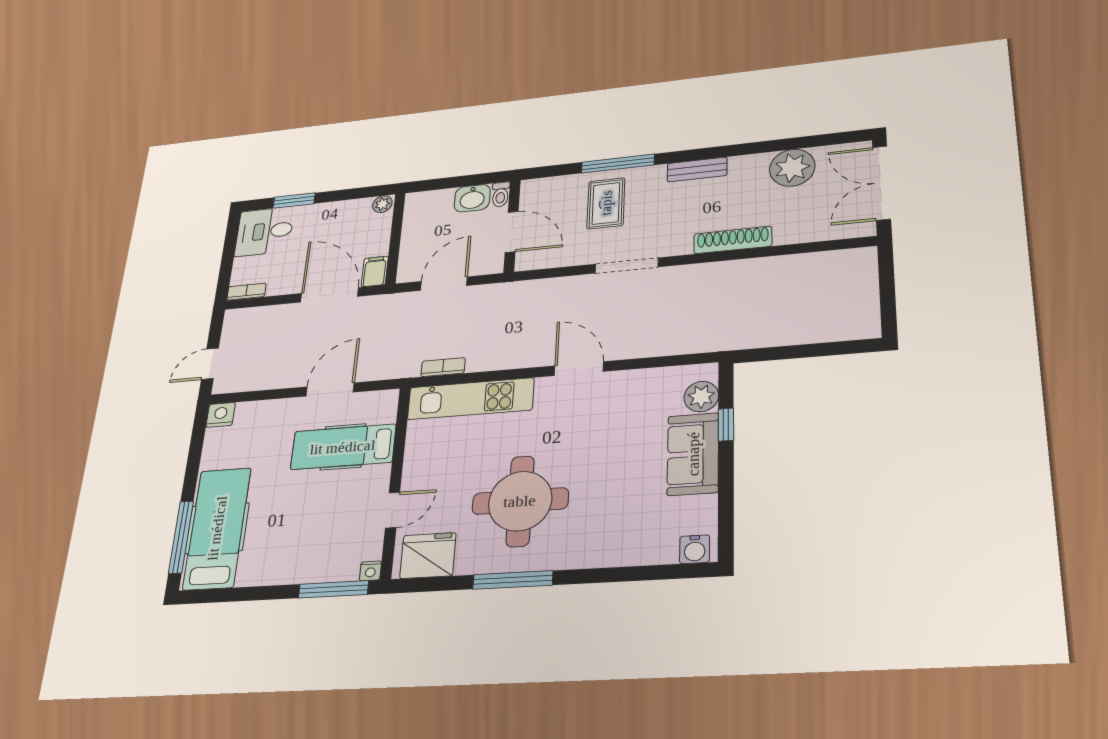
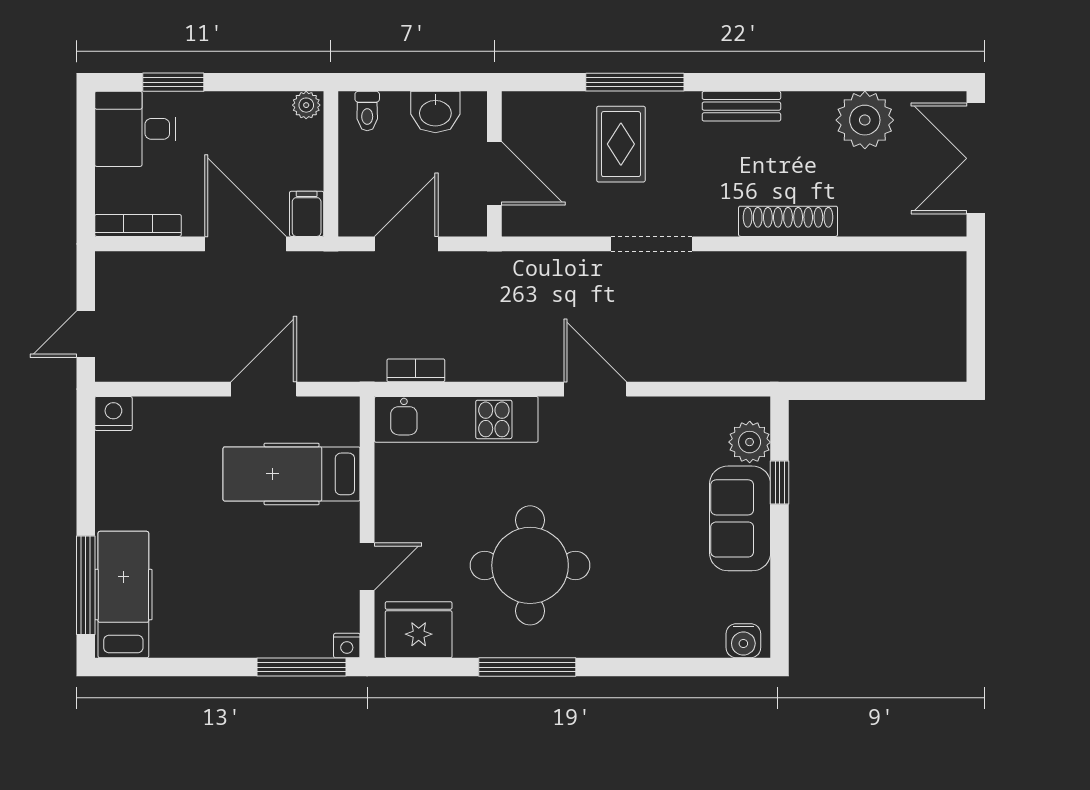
toilet: (501, 194) -> (367, 111), moved
bookcase: (246, 292) -> (138, 225), width x1.56
hospital bed: (217, 528) -> (123, 595), width x0.73, depth x0.78

